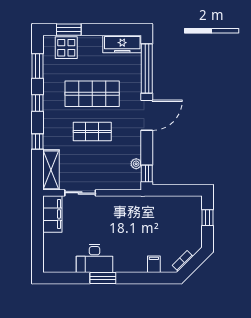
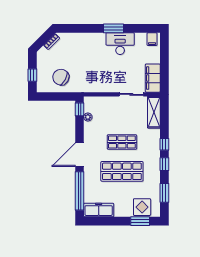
window: (37, 142) -> (164, 144), moved
chair: (171, 215) -> (61, 77), added
filing cabinet: (154, 264) -> (152, 39), moved

